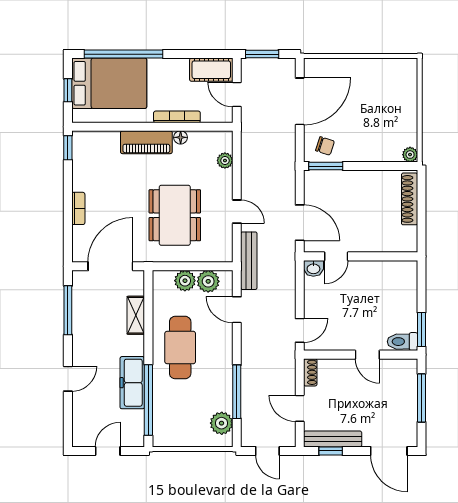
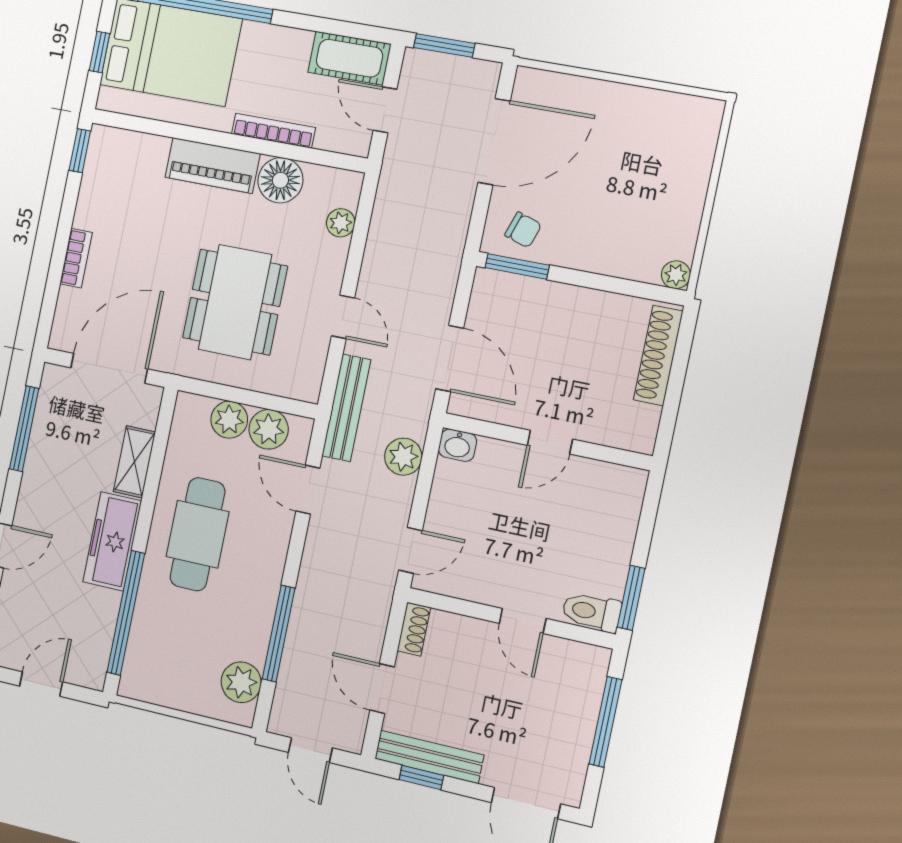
floor lamp: (181, 137) -> (280, 180), width x1.89, depth x1.89
door: (336, 256) -> (550, 442), moved
plant: (285, 281) -> (403, 457), added
freezer: (132, 383) -> (112, 541), moved

